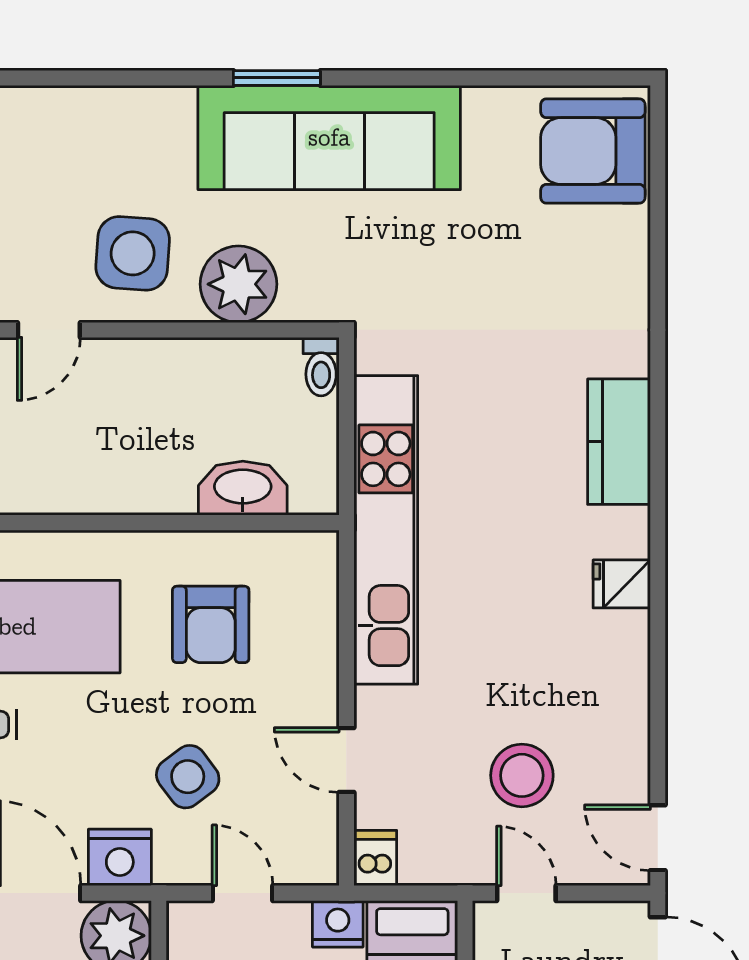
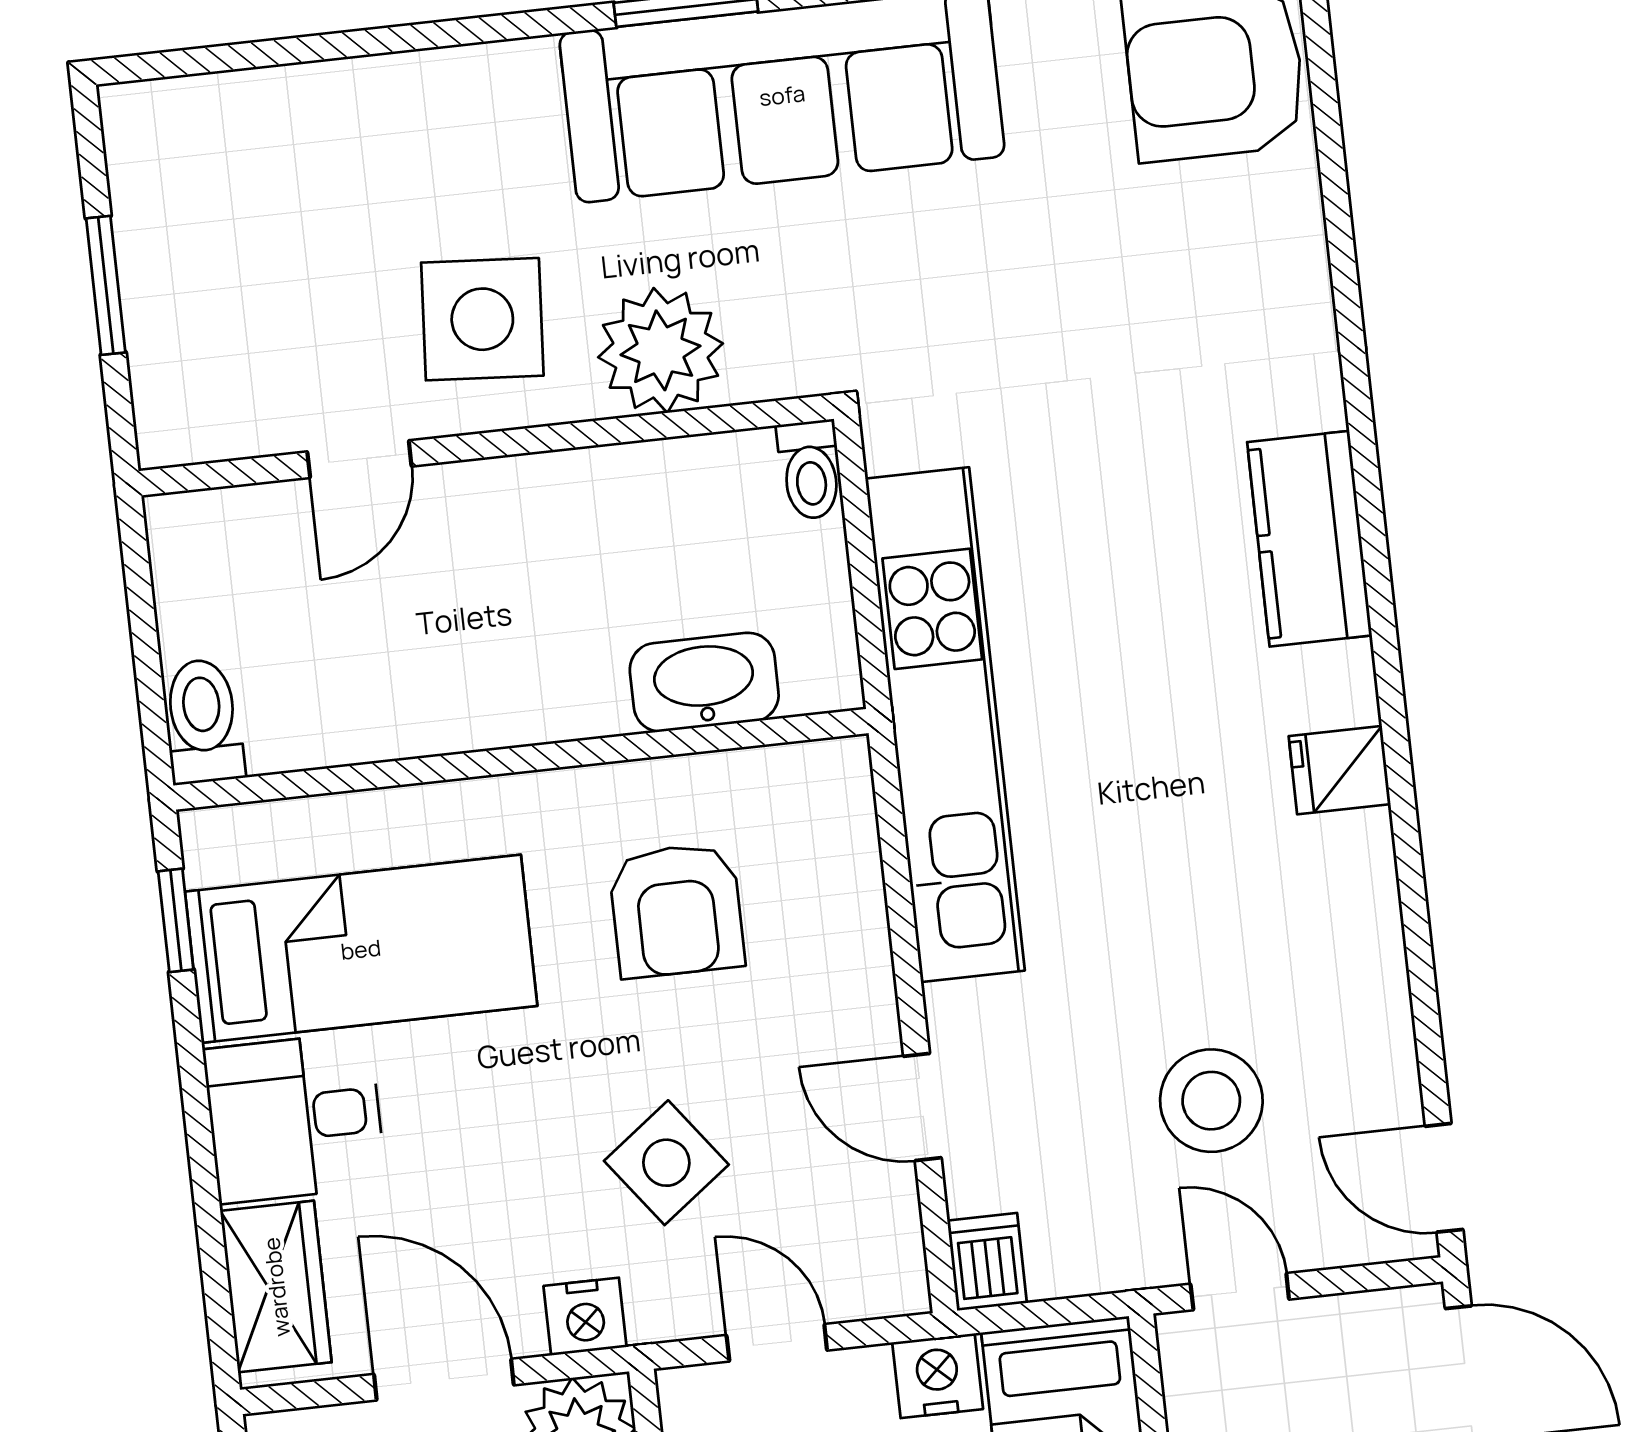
nightstand: (120, 857) -> (585, 1317), width x0.74, depth x0.75

